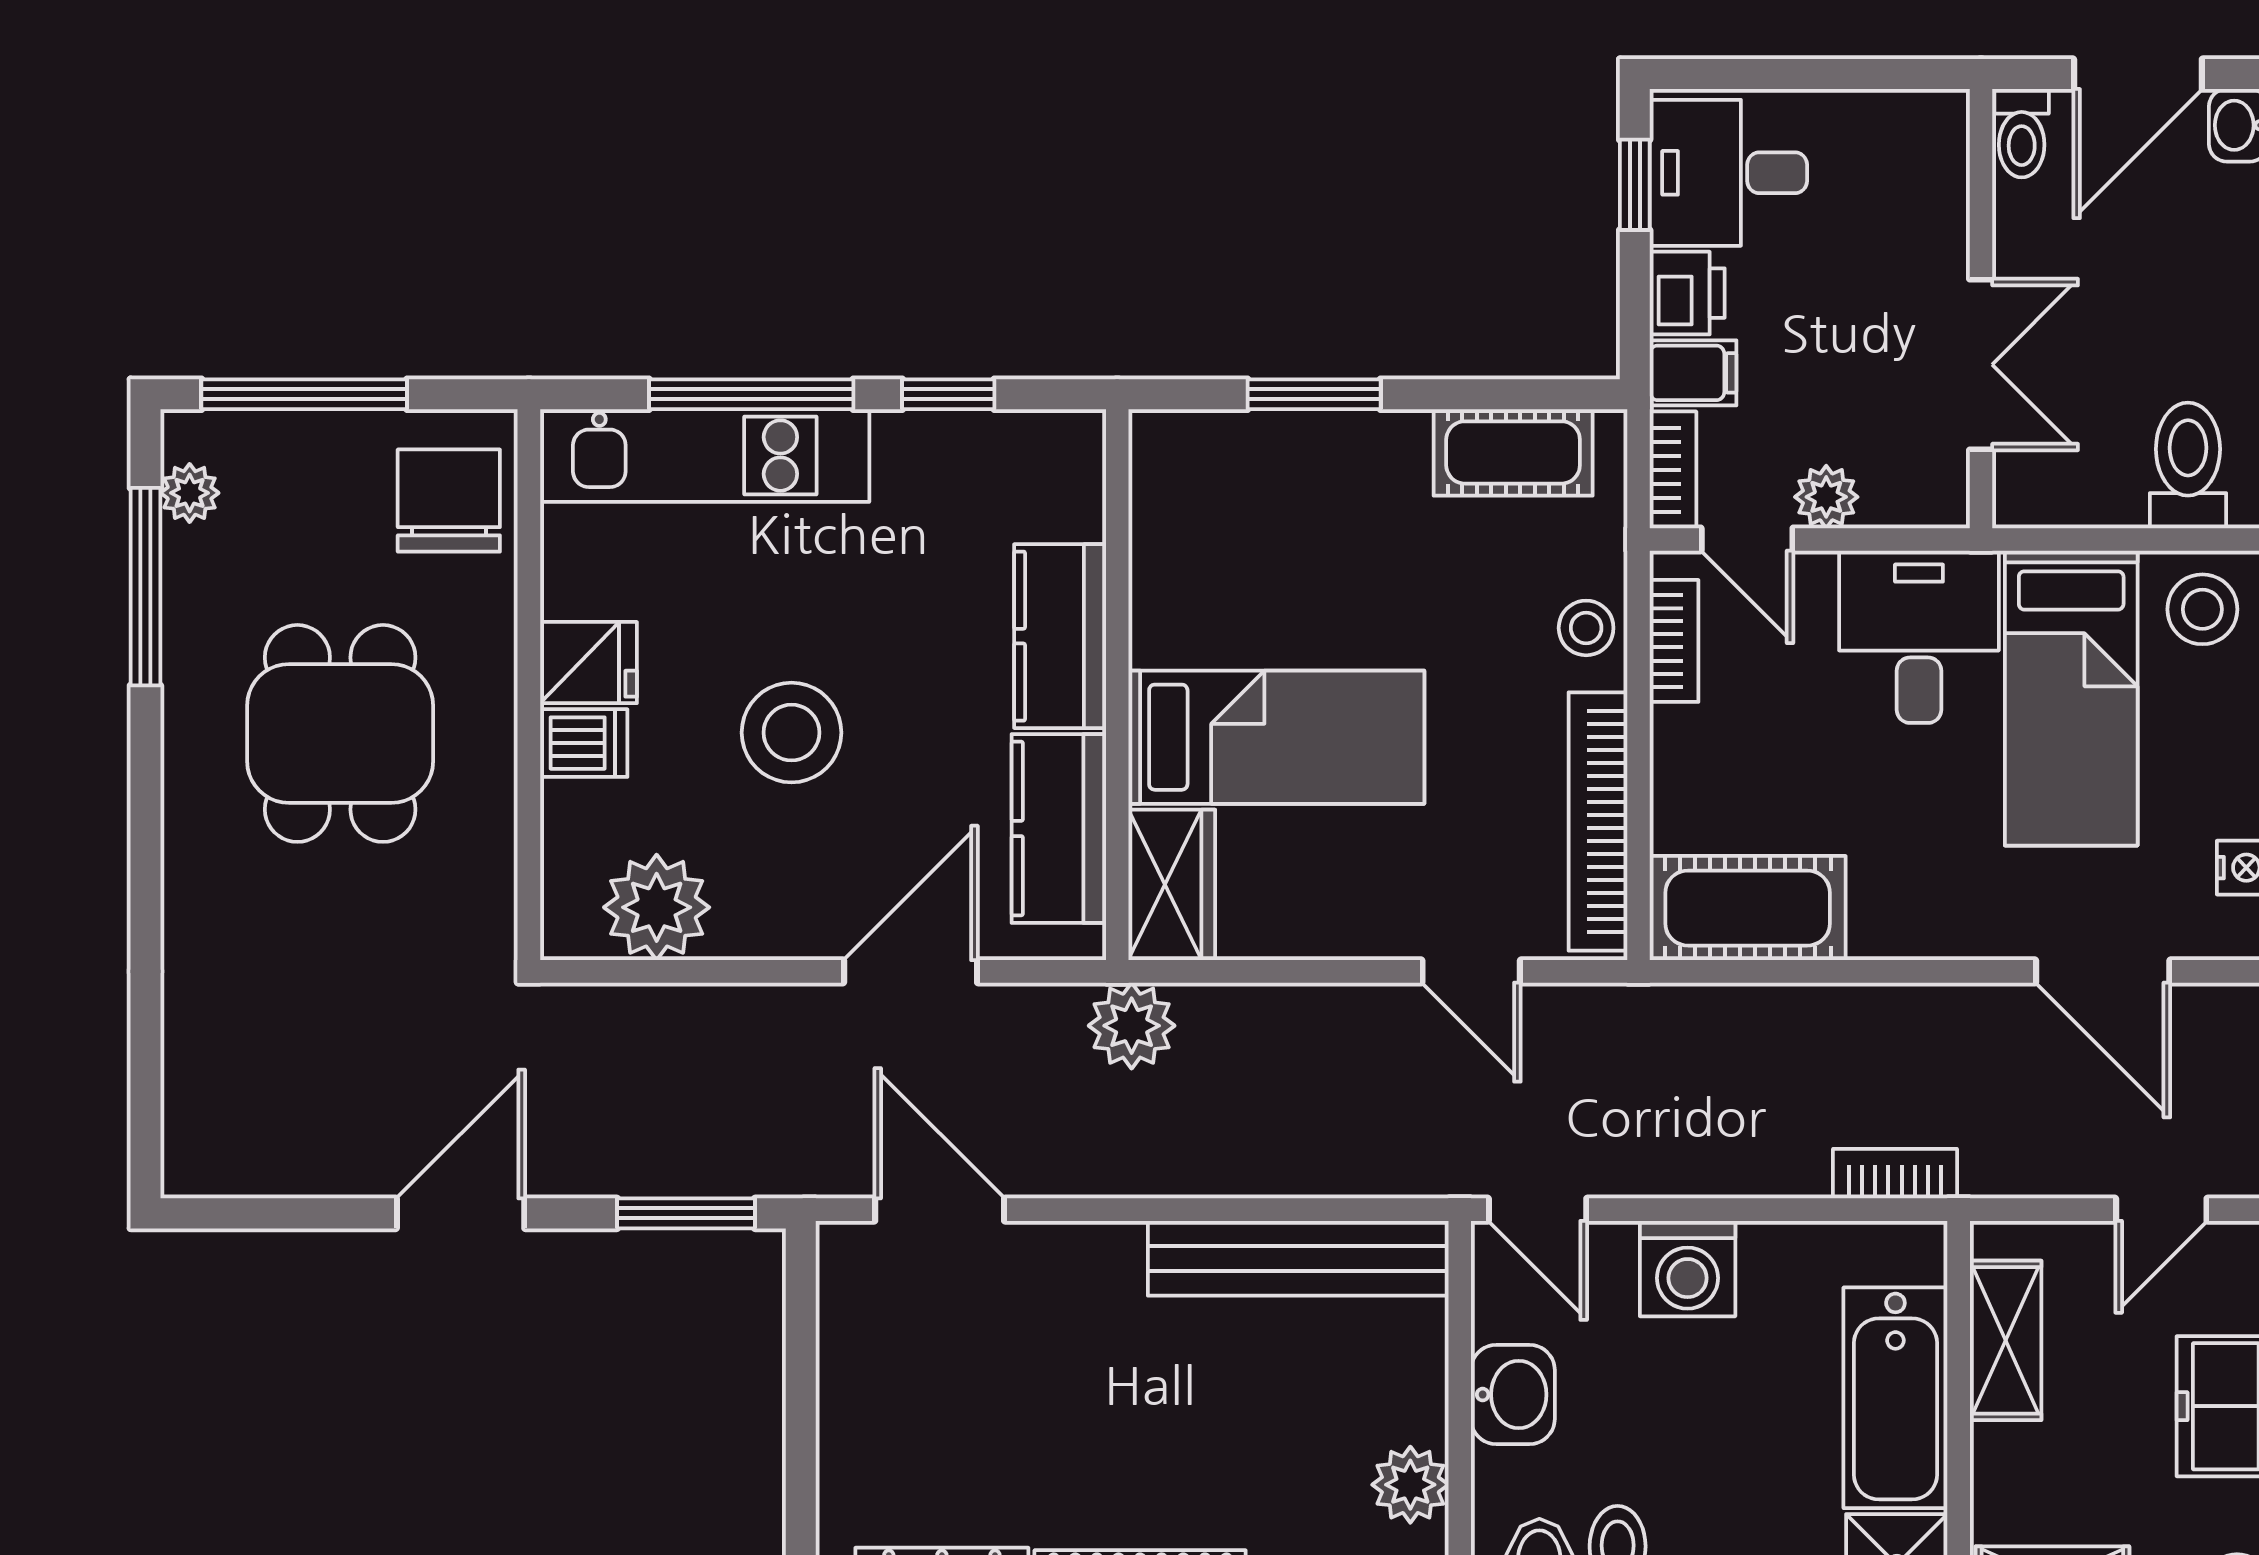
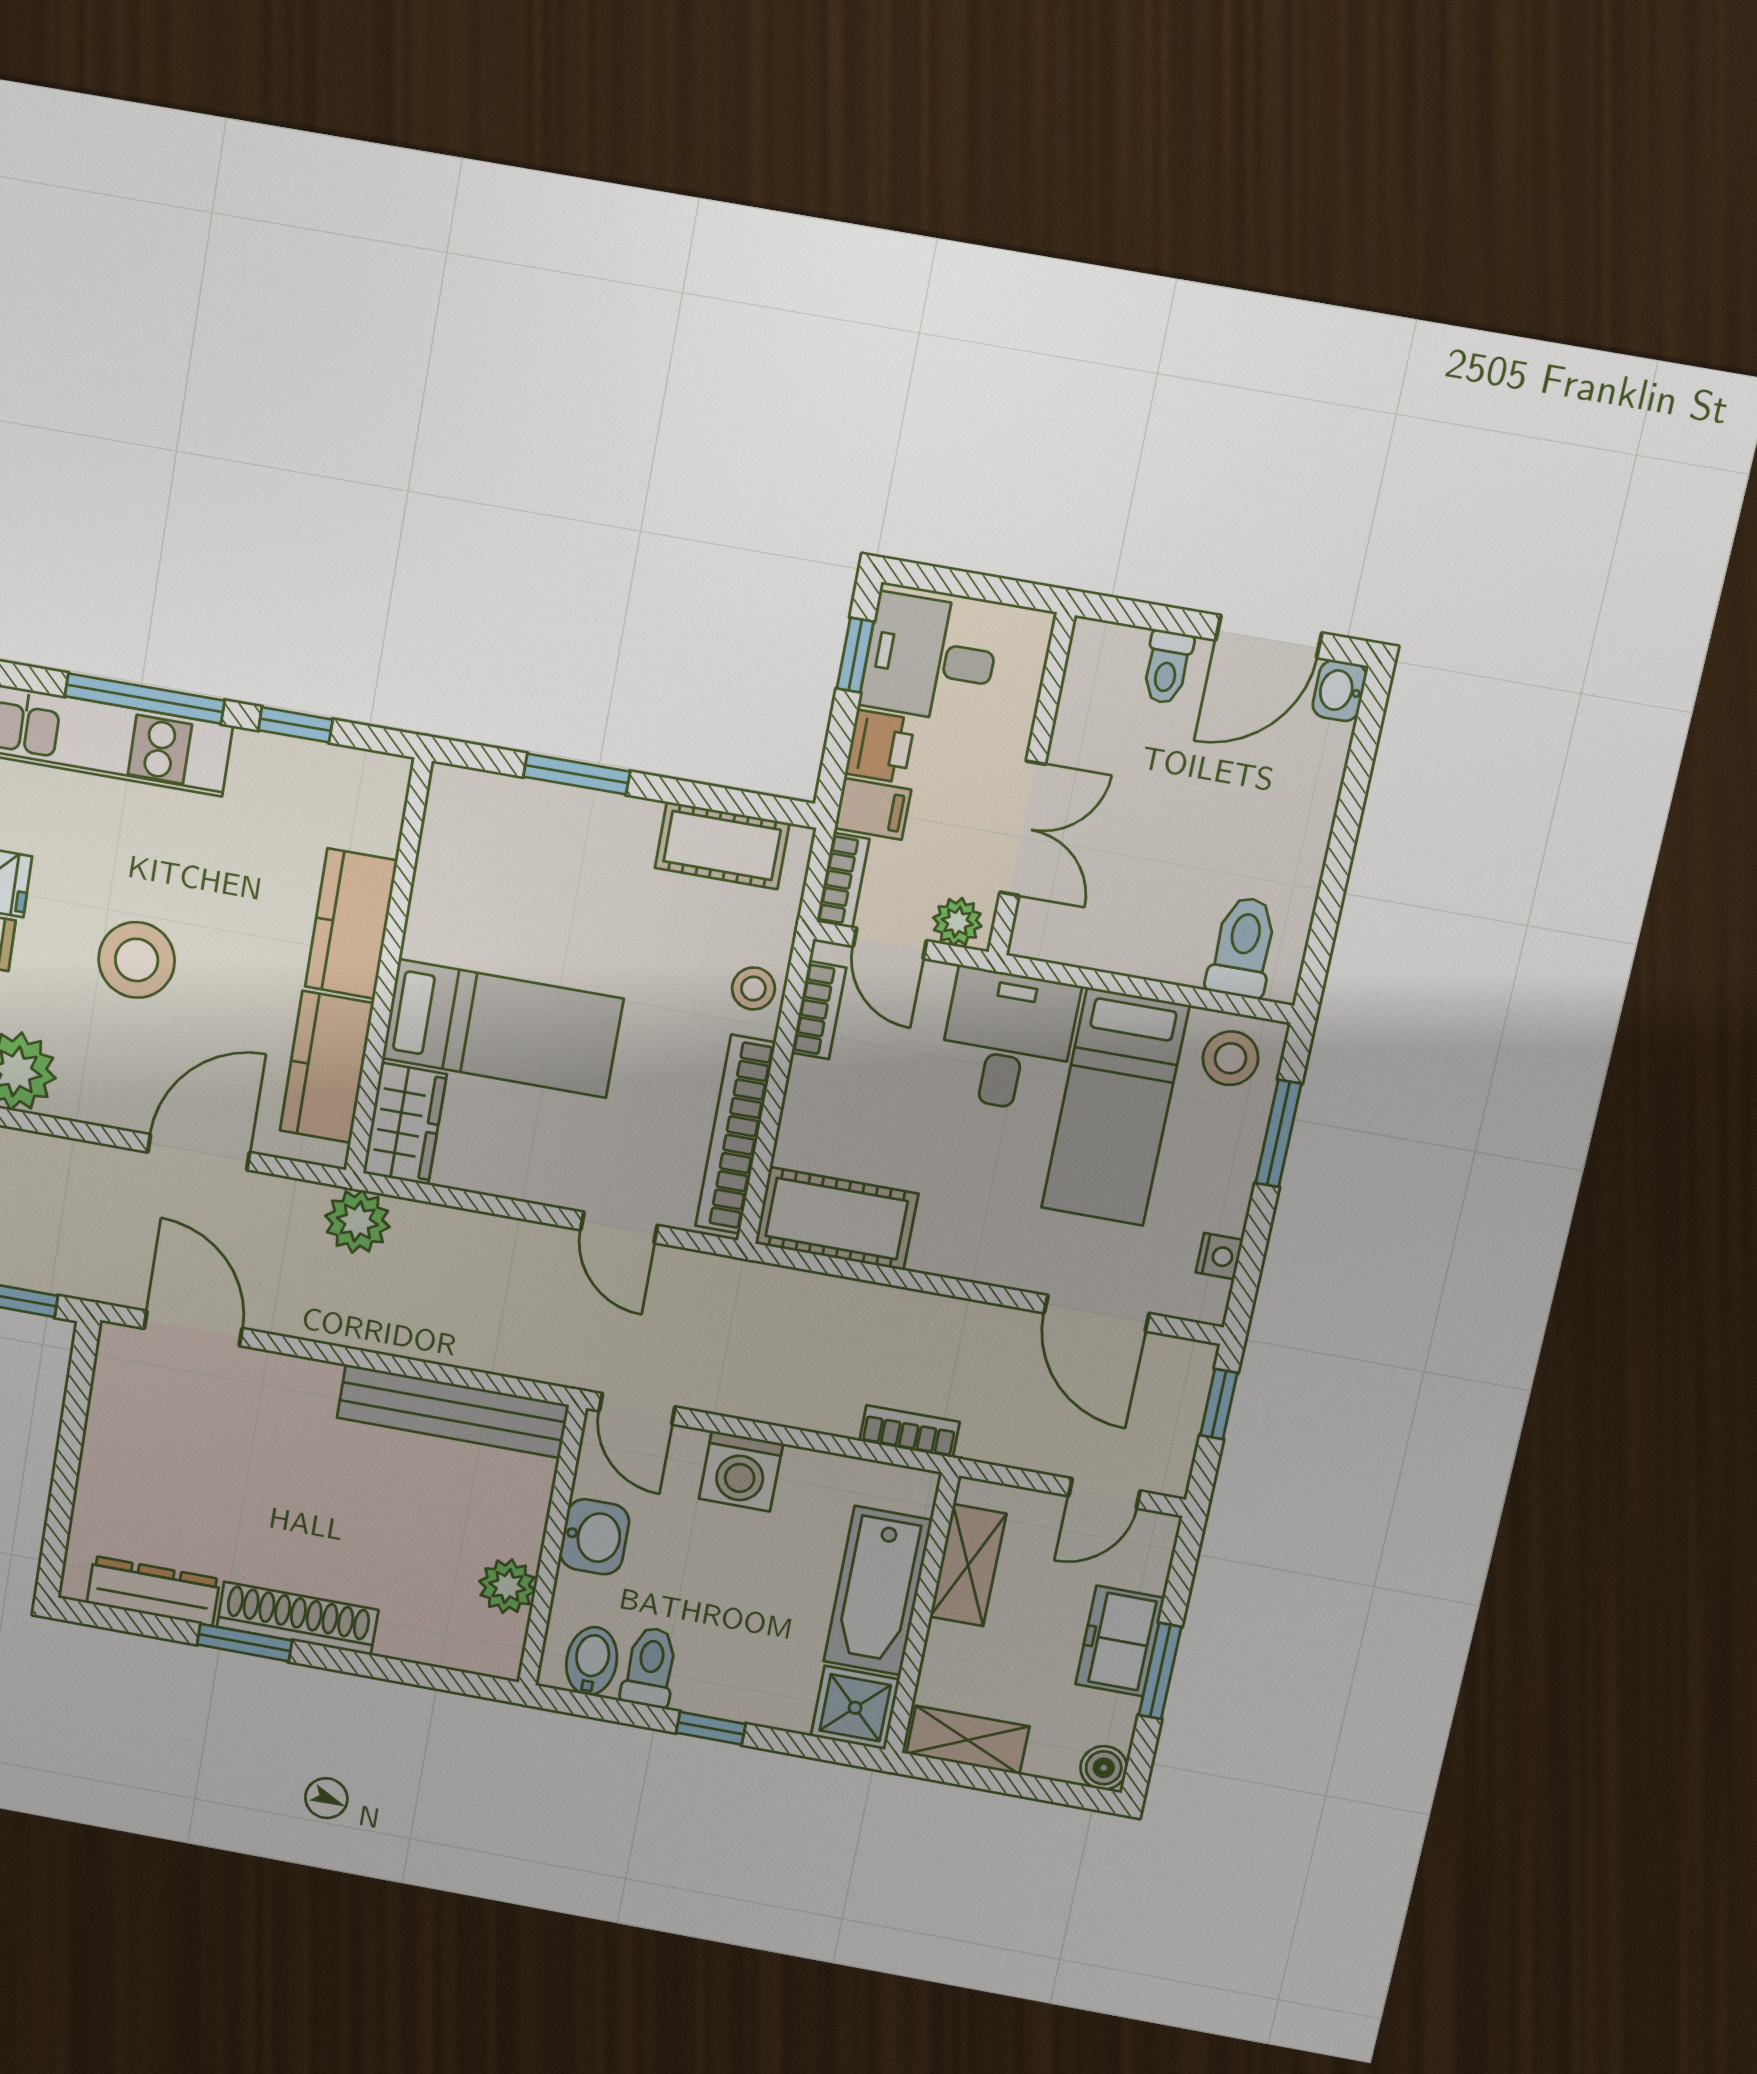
wall: (1981, 309) -> (1031, 785), moved
double door: (1981, 365) -> (1023, 828), moved

